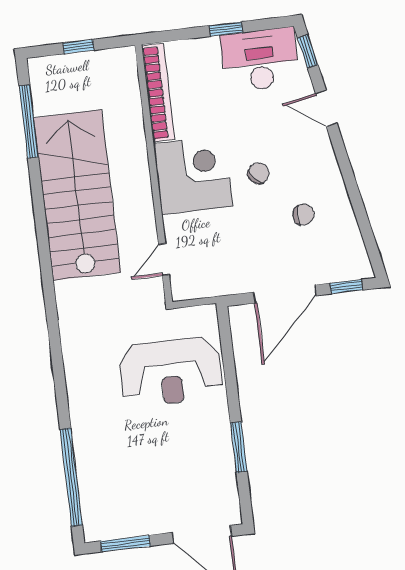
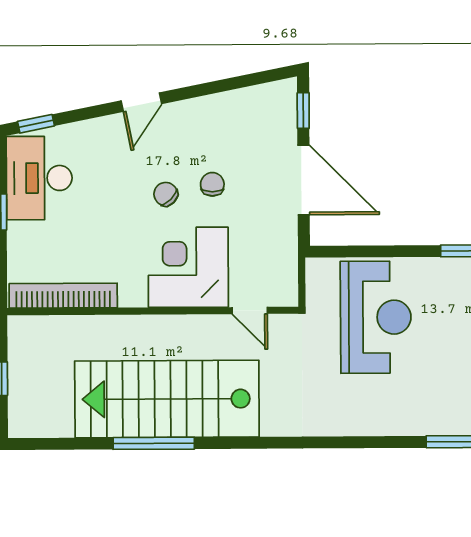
door: (326, 108) -> (141, 102), moved
window: (29, 122) -> (154, 443), moved
corner desk: (193, 175) -> (188, 267), moved
chair: (303, 214) -> (212, 184), moved

